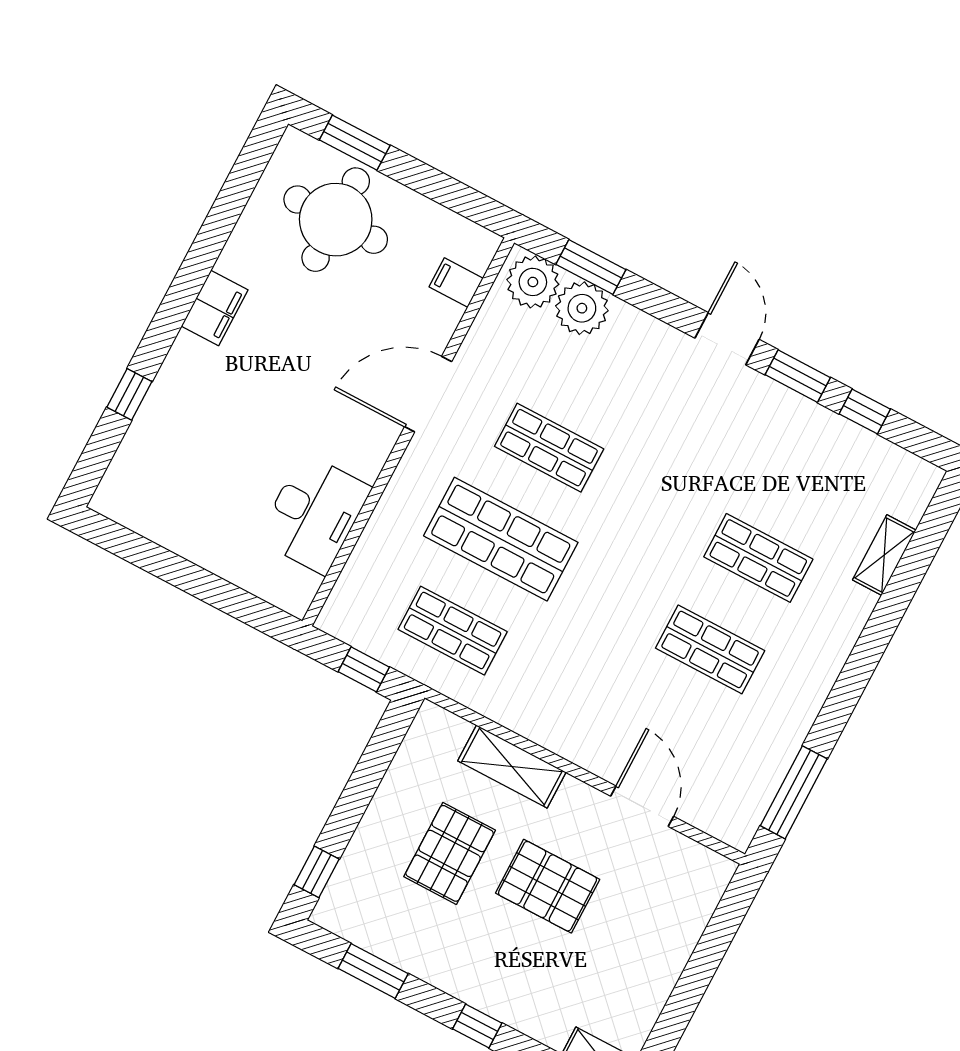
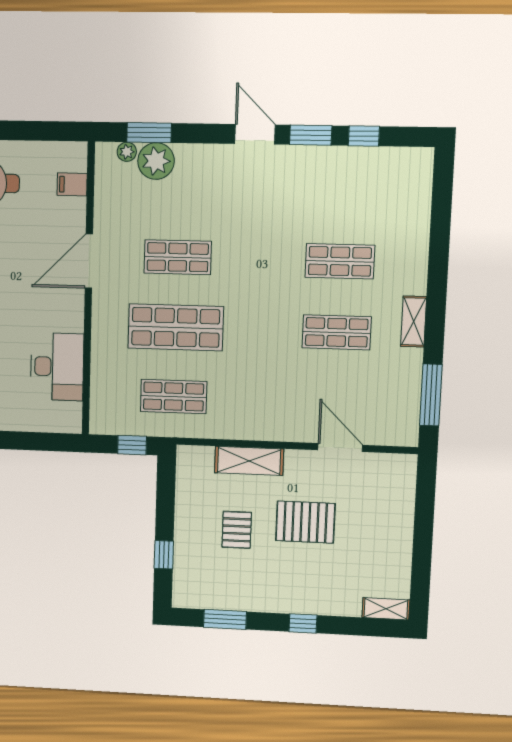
plant: (533, 282) -> (127, 152), width x0.53, depth x0.53
shelving: (884, 555) -> (414, 322), moved
pallet: (450, 853) -> (237, 530), width x0.67, depth x0.71
window: (317, 872) -> (164, 555), moved

